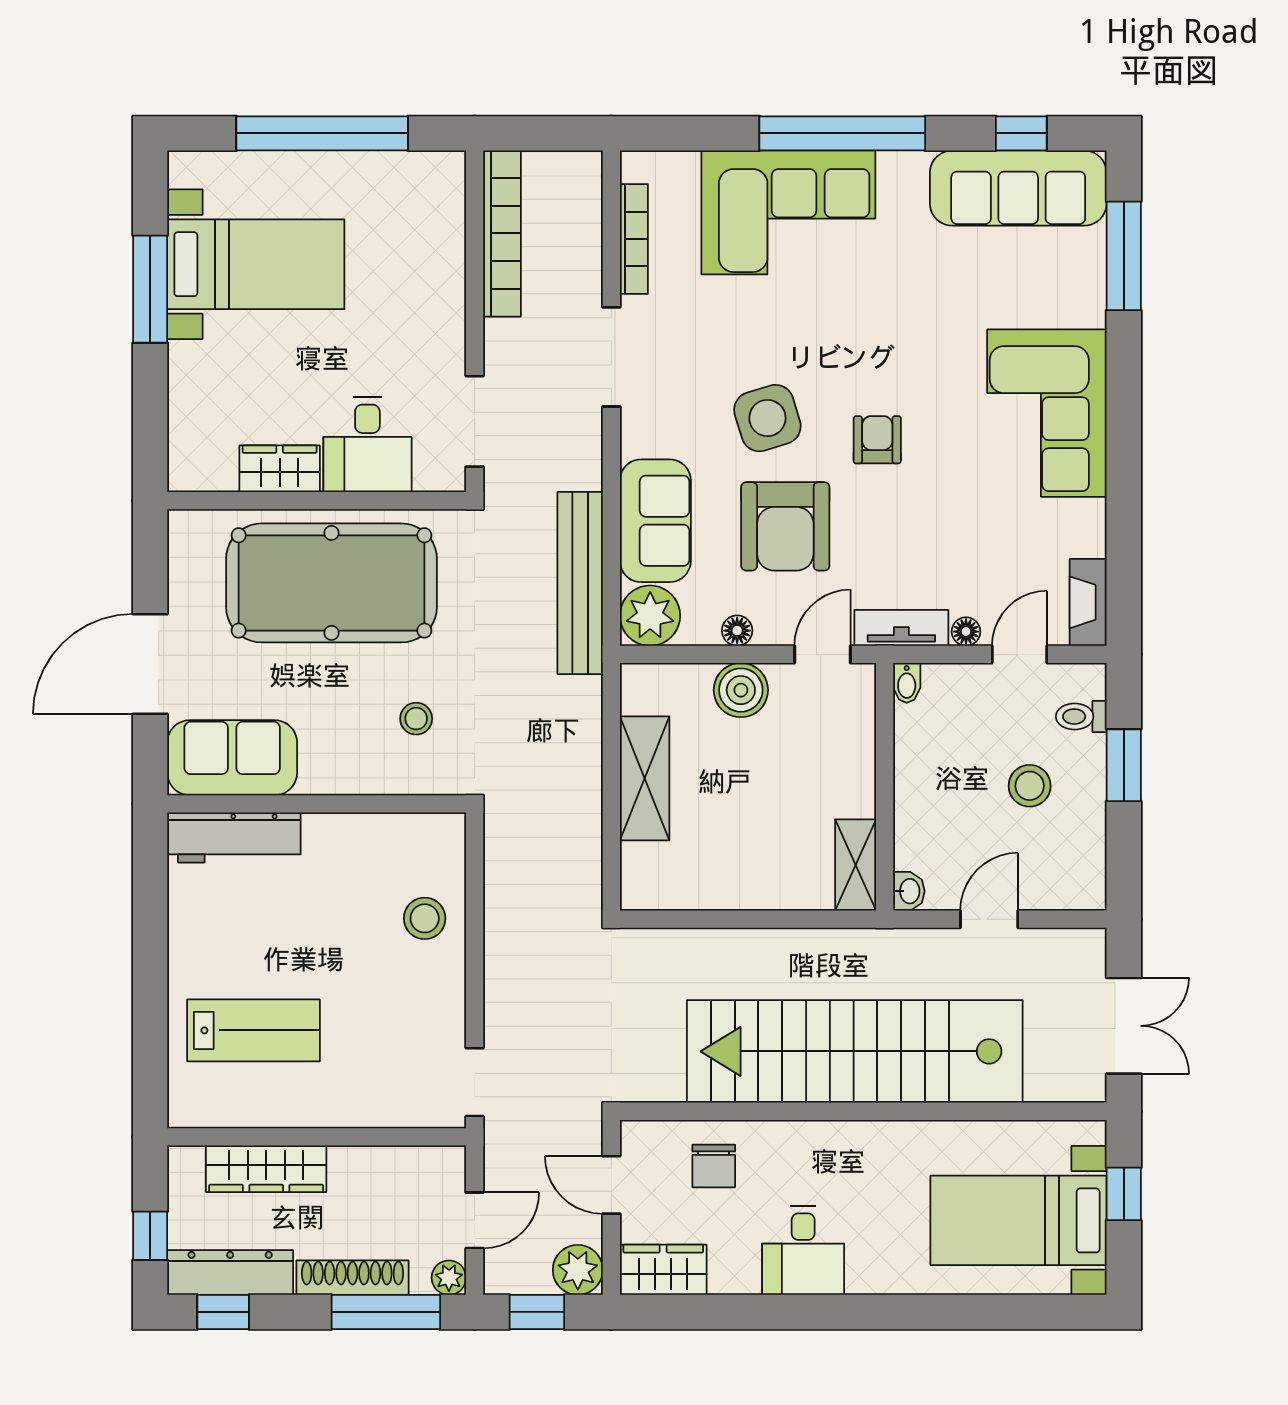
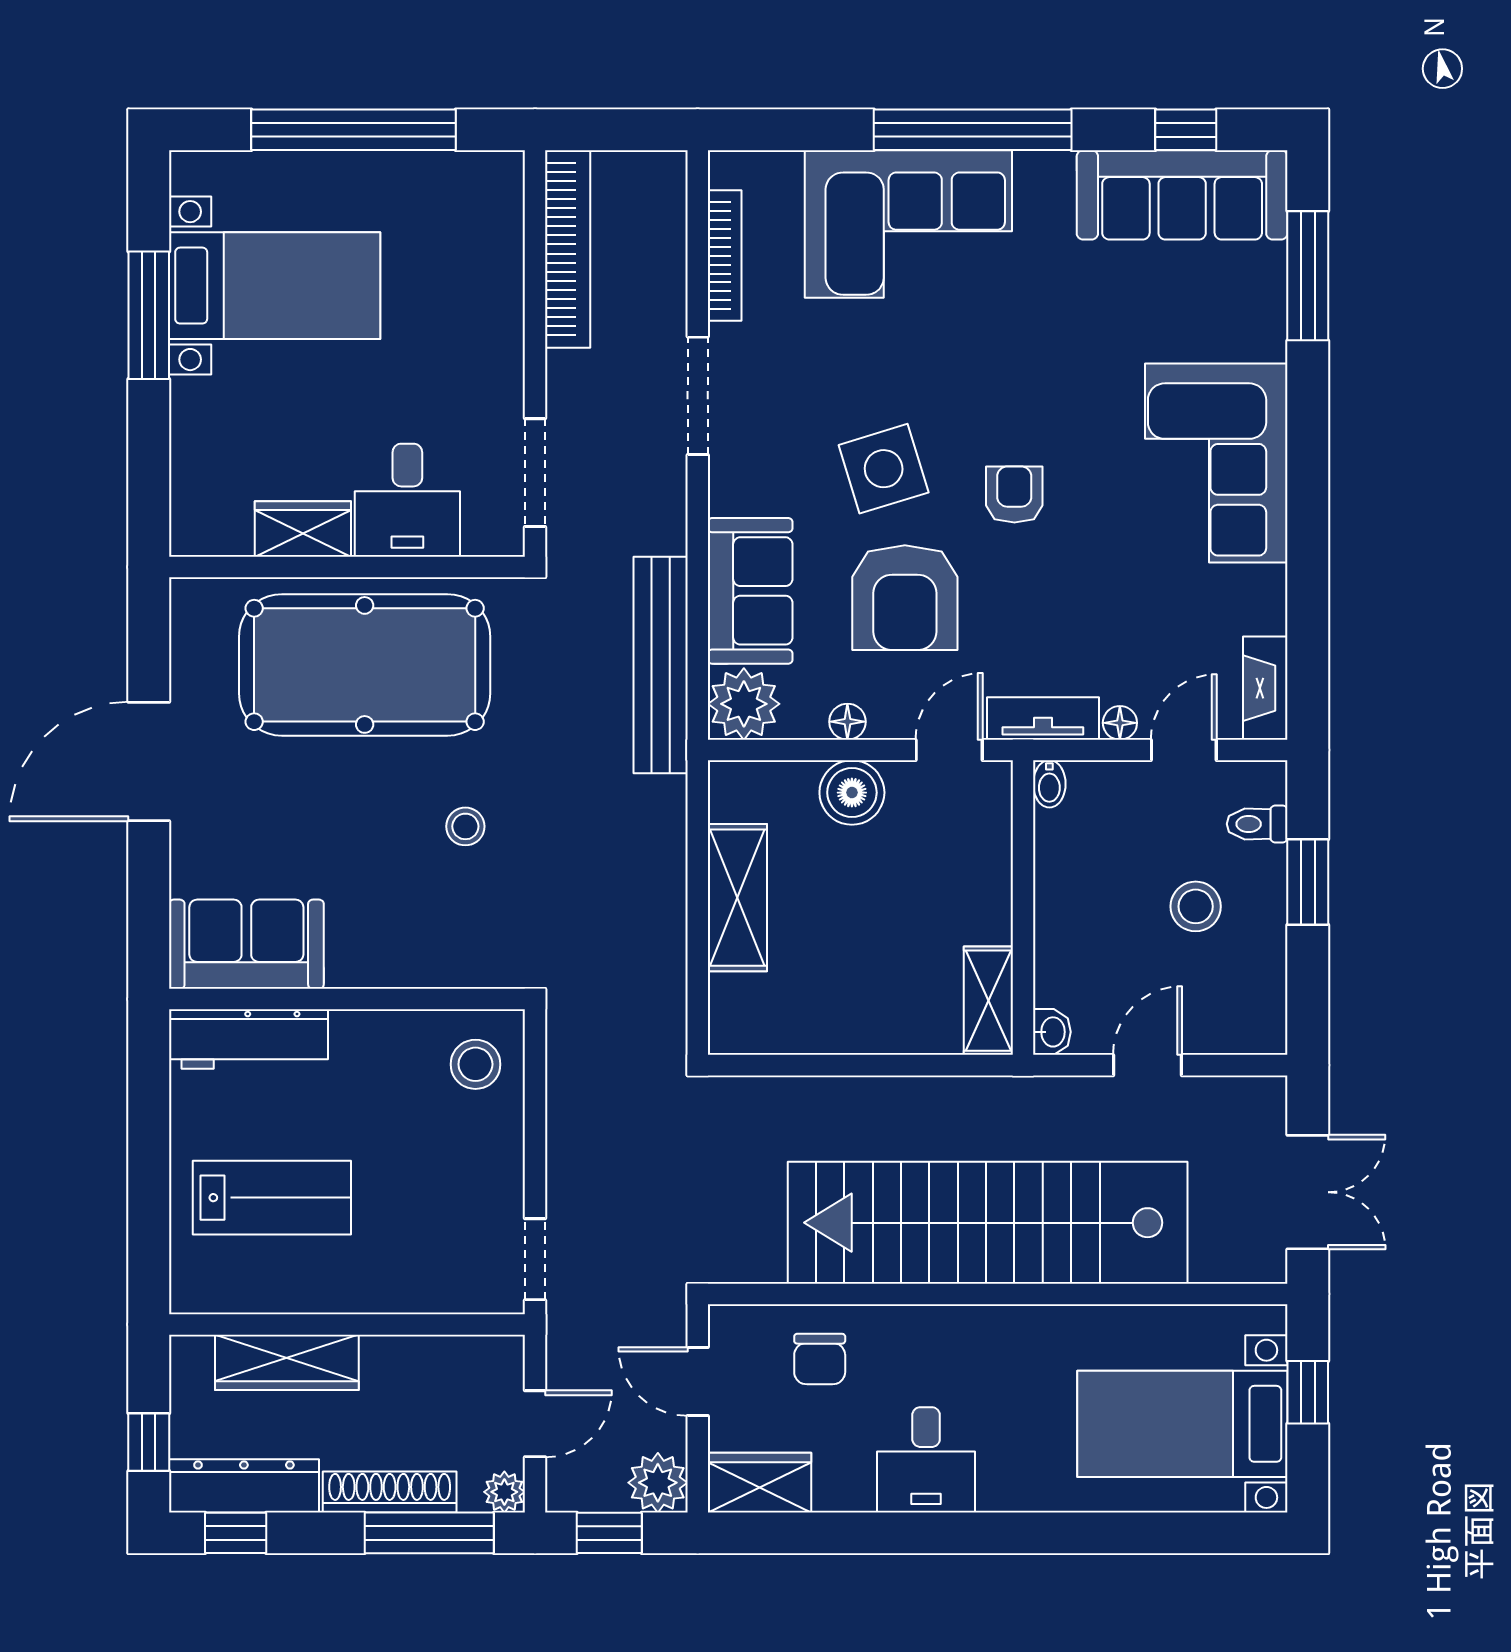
sofa: (232, 758) -> (246, 944), moved
wall: (317, 804) -> (347, 999), moved
workbench: (234, 837) -> (248, 1039), moved

